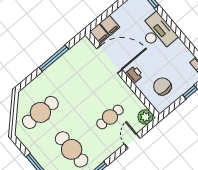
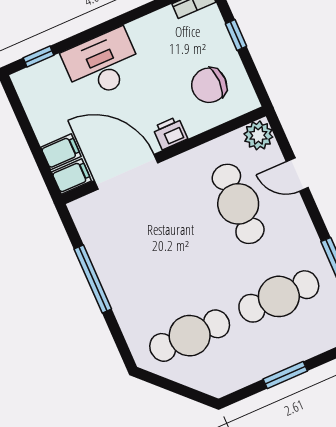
door: (109, 59) -> (126, 172), hinge flipped
cafe table: (40, 112) -> (190, 336), turned 90
cafe table: (110, 117) -> (238, 204), width x1.37, depth x1.35

